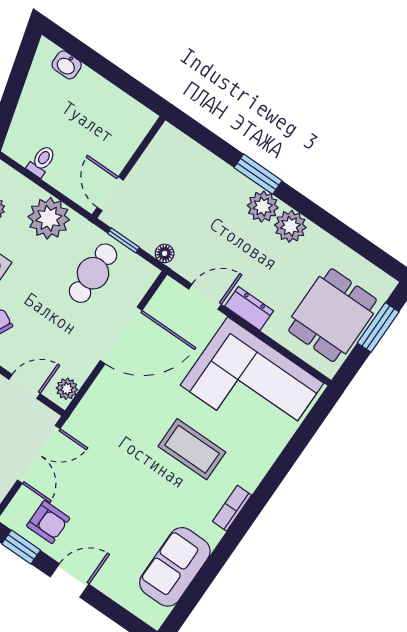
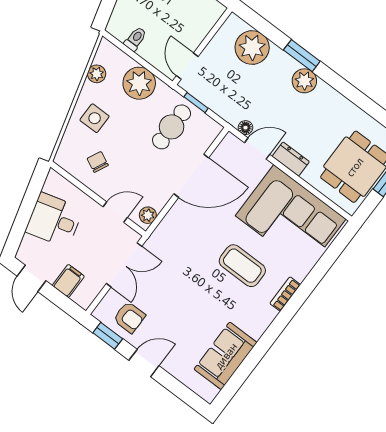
plant: (290, 226) -> (252, 48), moved, width x1.36, depth x1.36
floor lamp: (165, 253) -> (245, 128), moved
bookcase: (232, 508) -> (285, 294), moved

